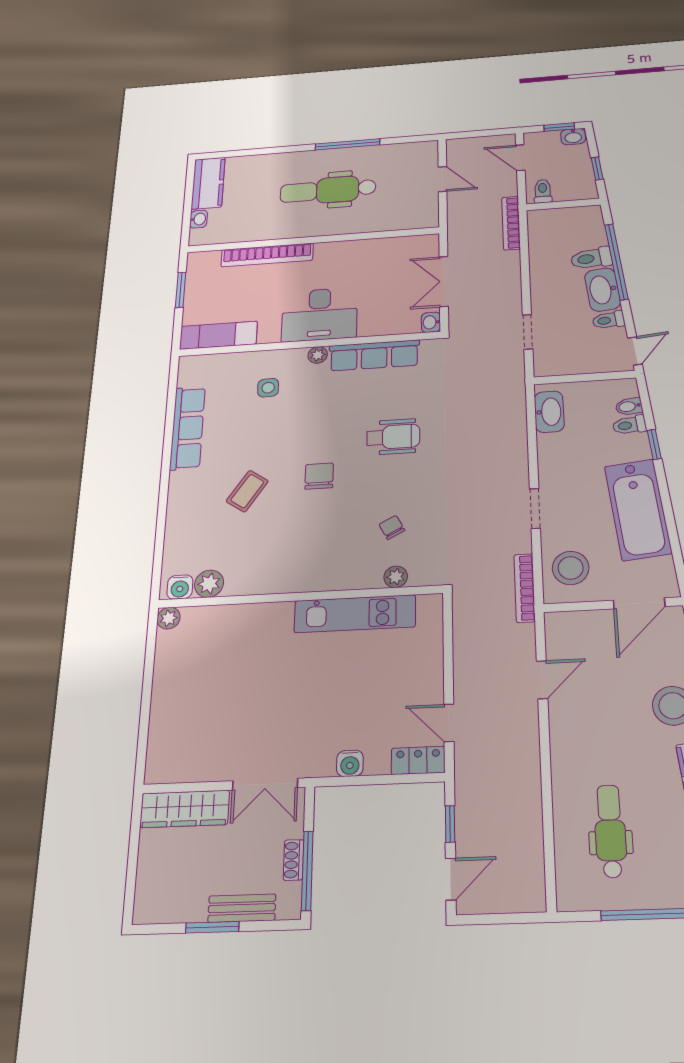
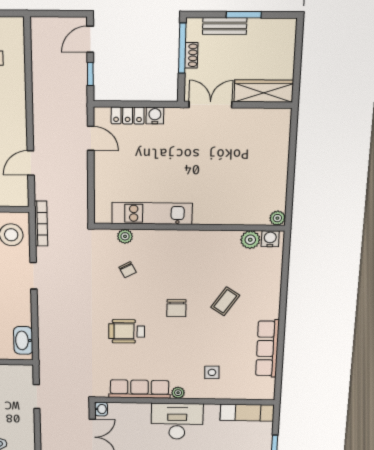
locker: (418, 760) -> (128, 115), moved

